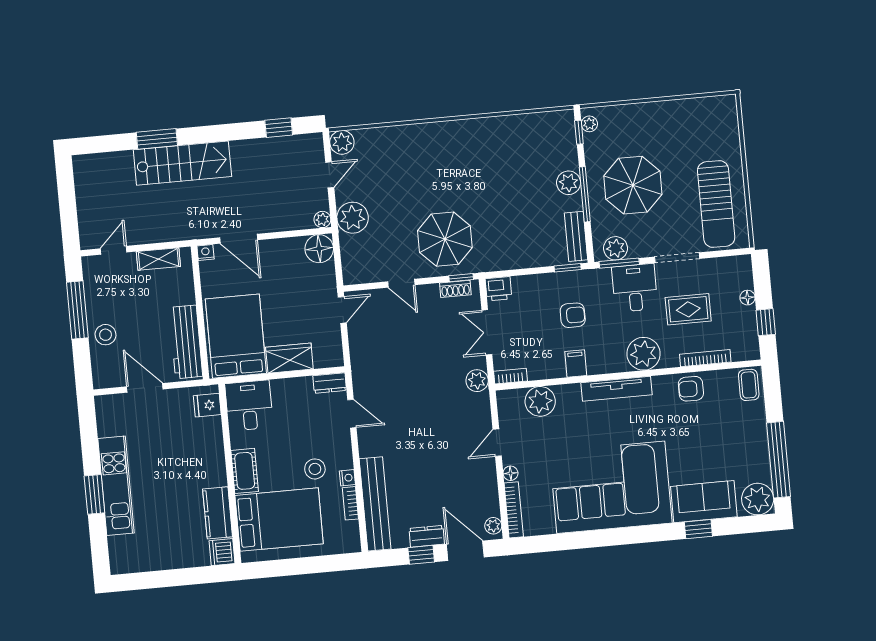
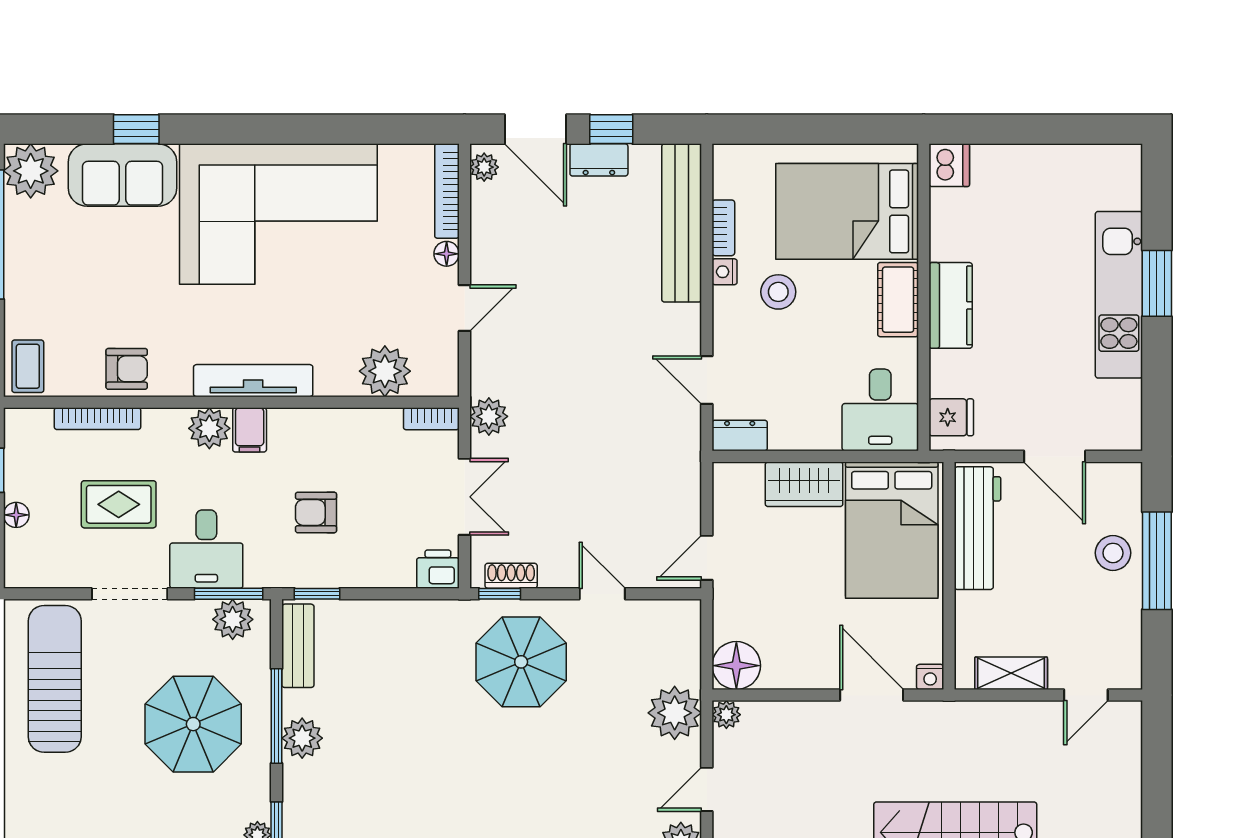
window: (77, 310) -> (1157, 561), moved
plant: (643, 354) -> (209, 428), width x0.73, depth x0.73
filing cabinet: (576, 364) -> (250, 430), moved
kitchen counter: (218, 513) -> (951, 305), moved

